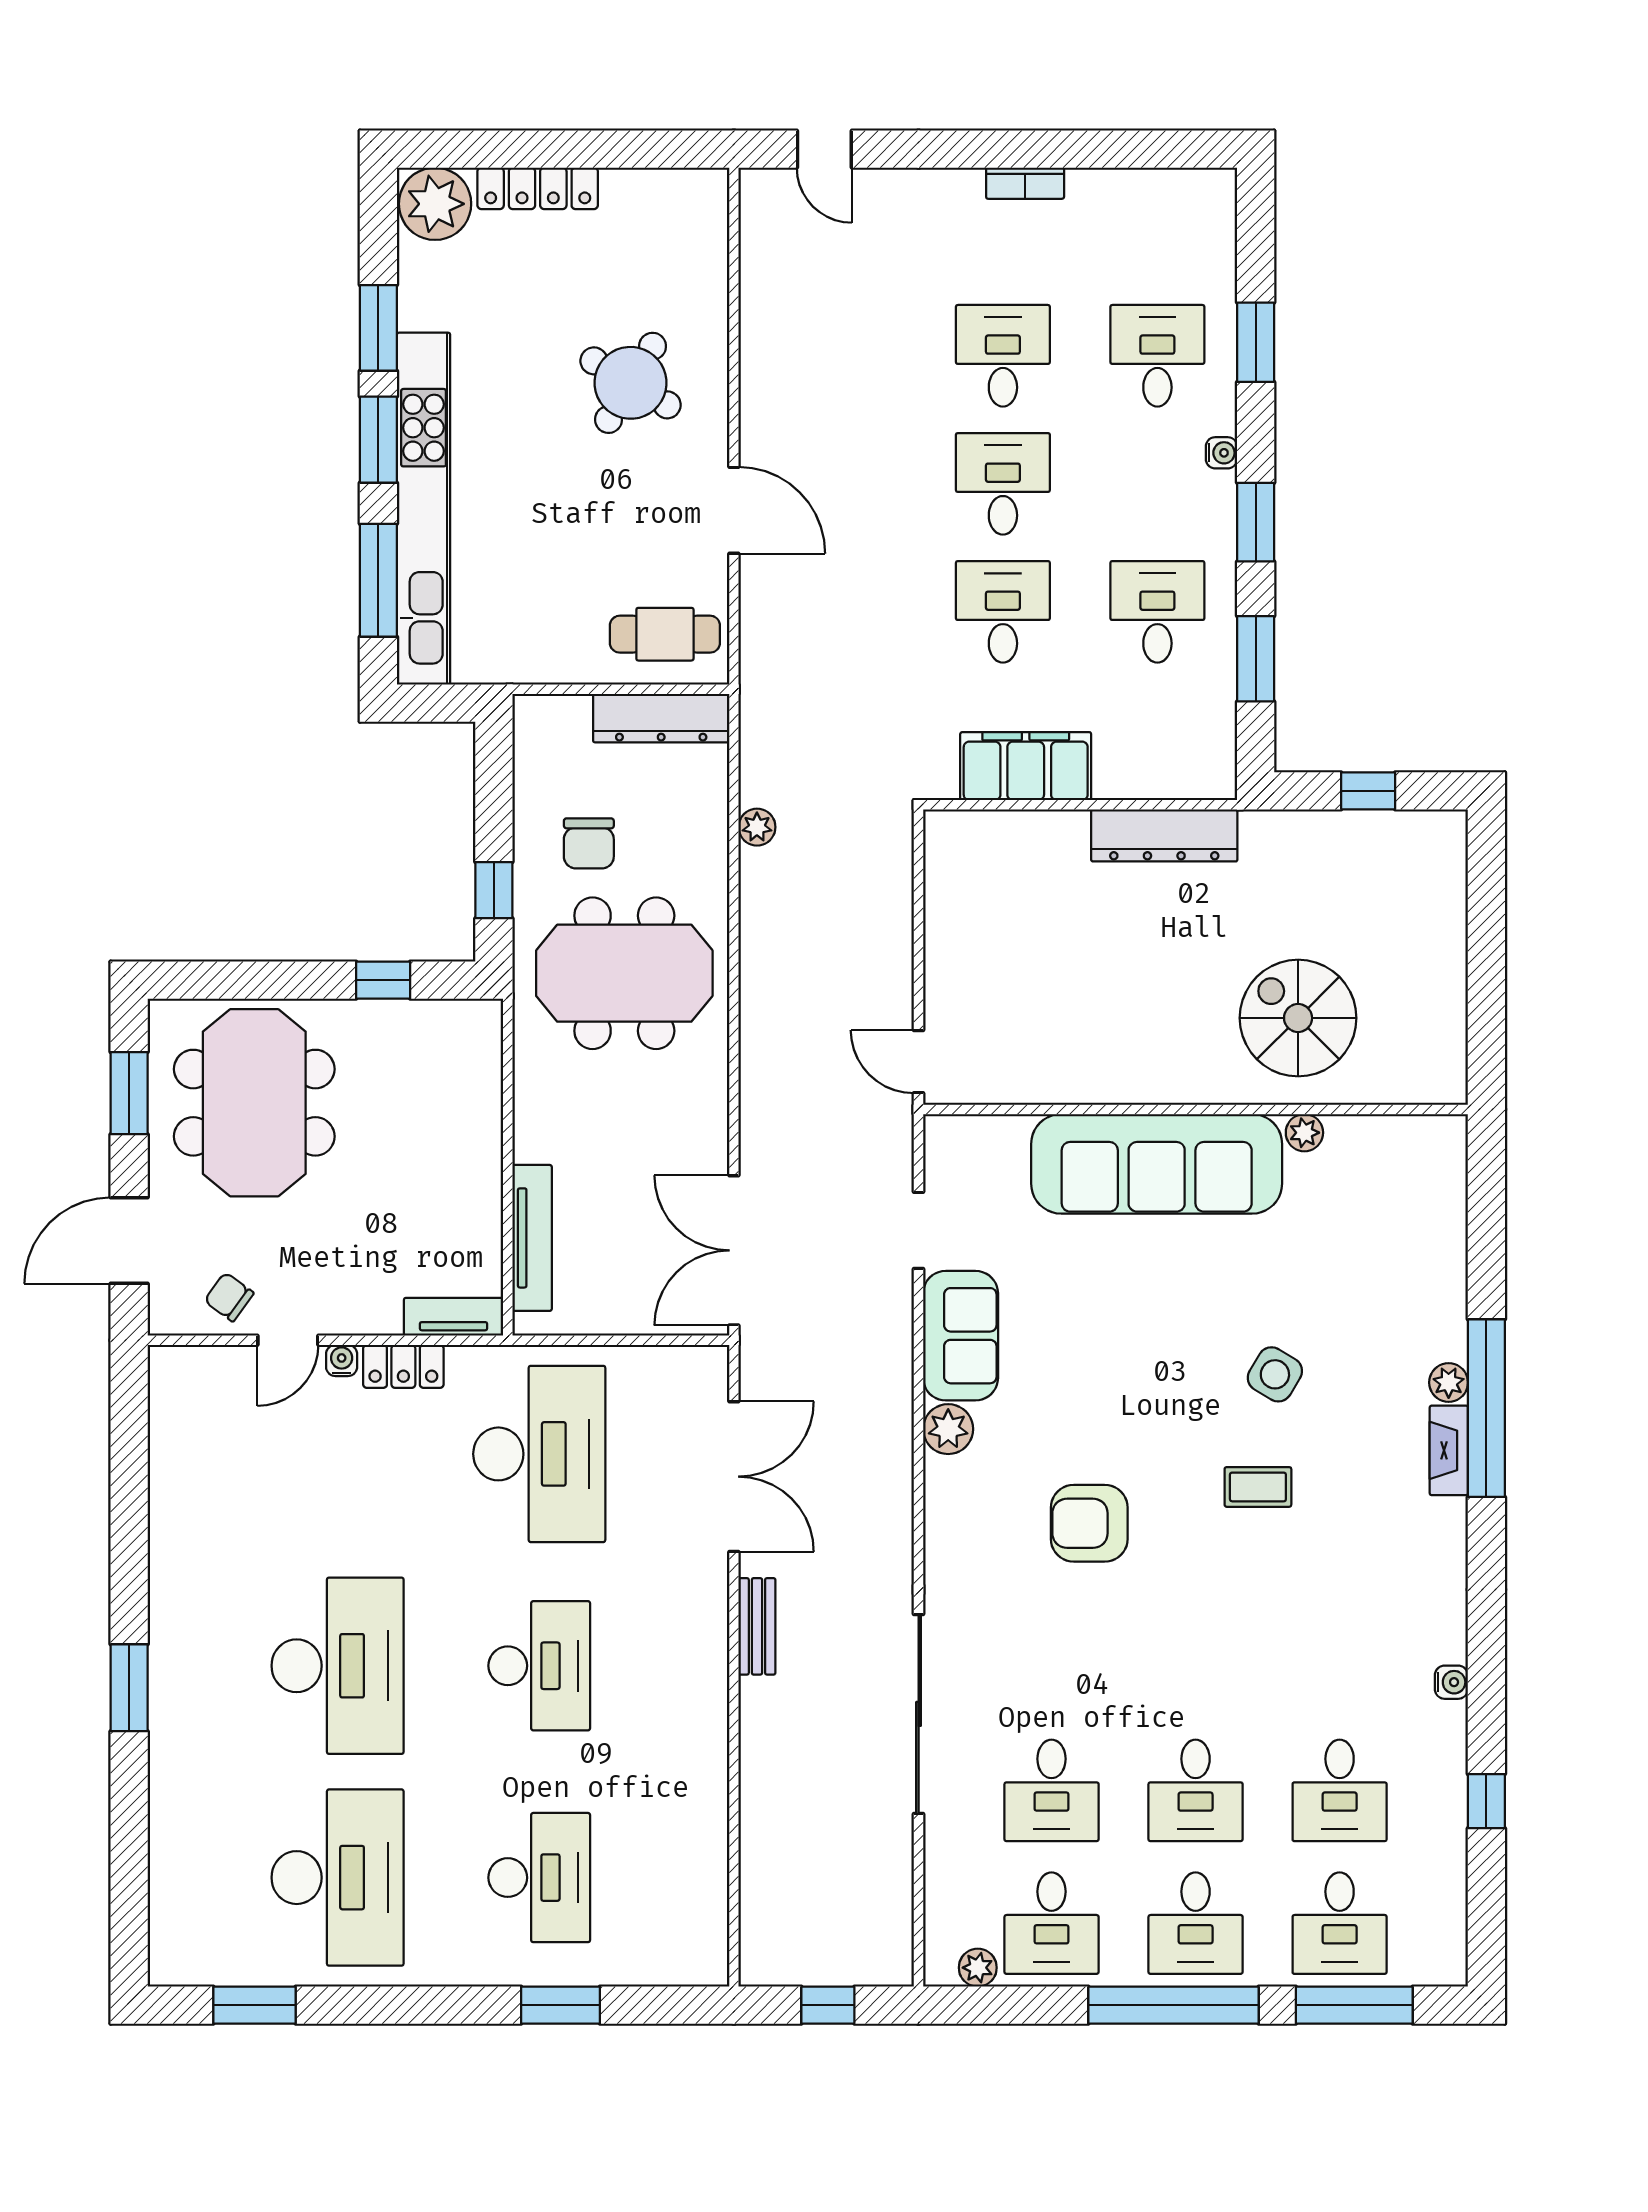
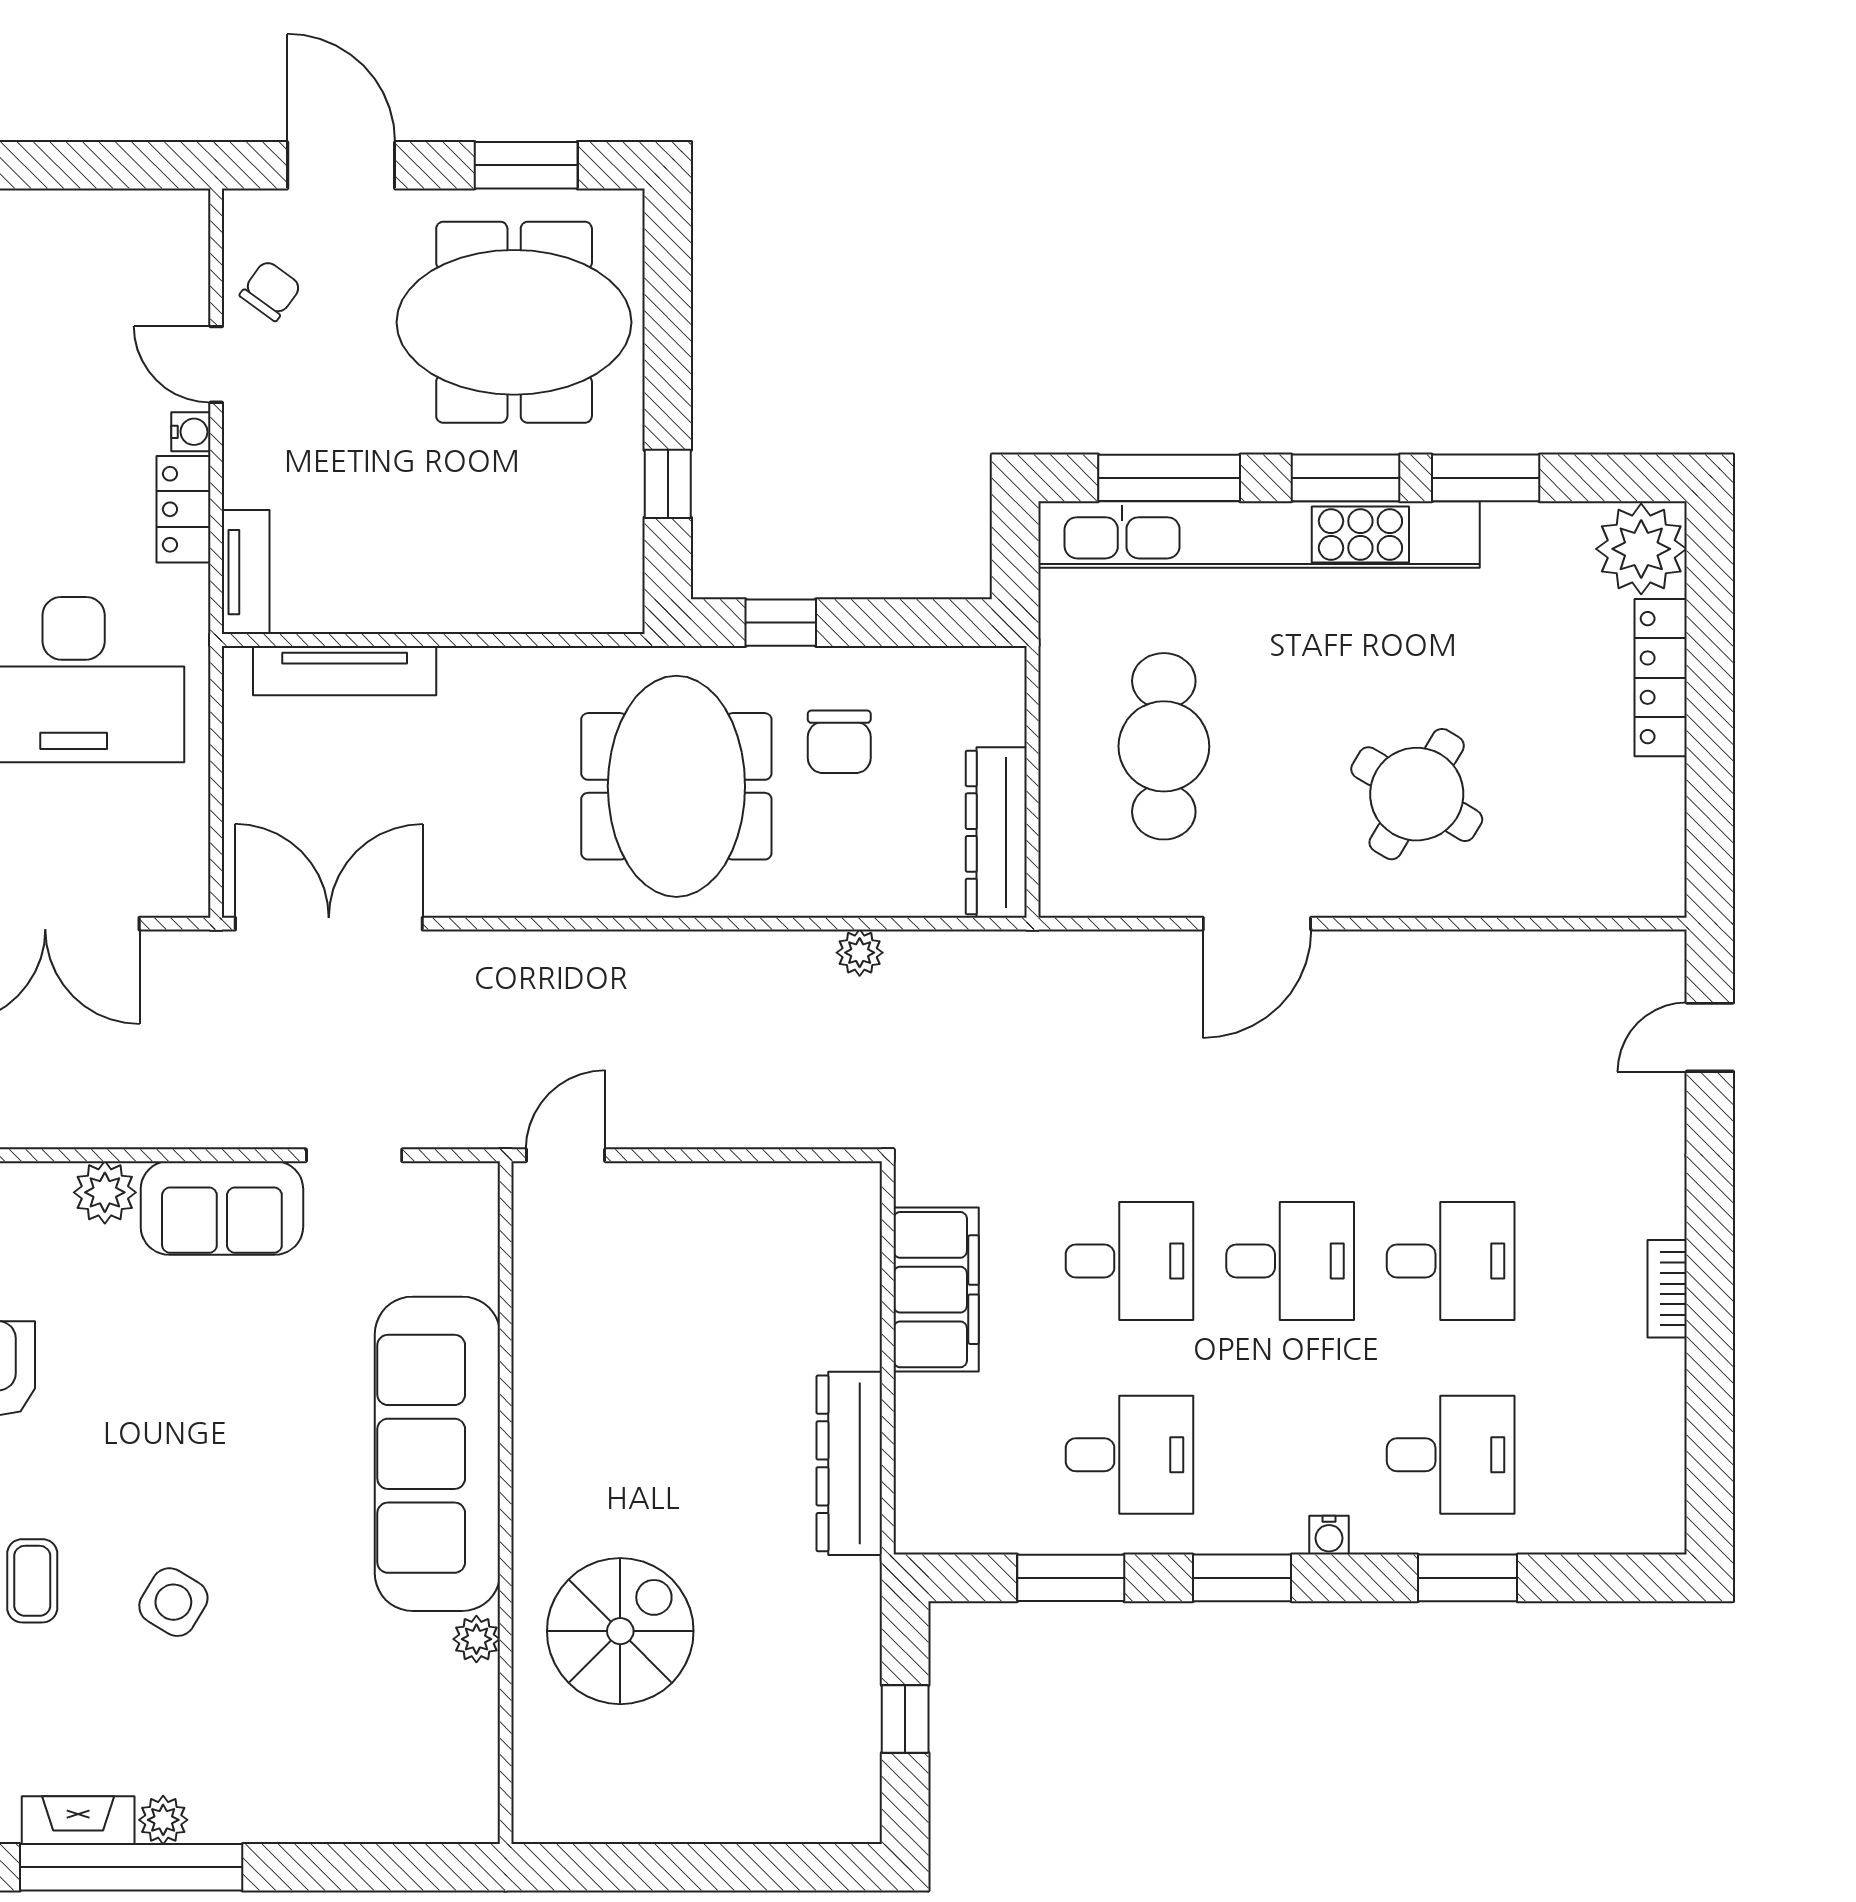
cafe table: (665, 634) -> (1164, 746), moved, width x1.37, depth x1.35
chair: (589, 843) -> (839, 742), turned -90

